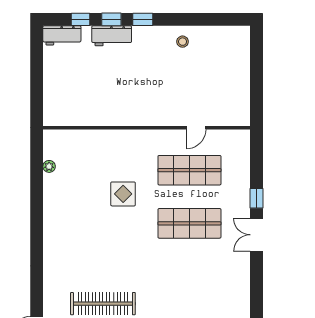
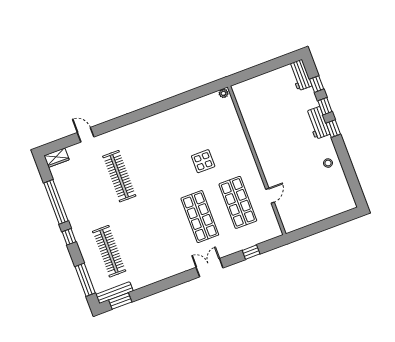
workbench: (112, 36) -> (318, 123), moved
door: (196, 128) -> (270, 196), swing flipped
plant: (49, 166) -> (224, 93), moved
window: (257, 198) -> (251, 252), moved

